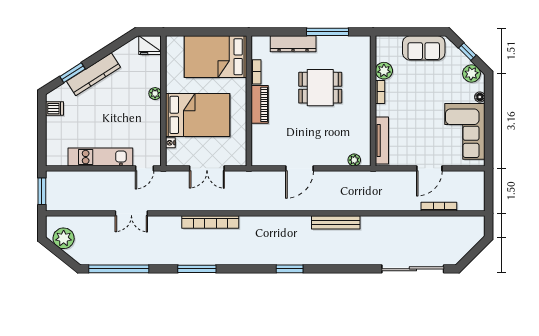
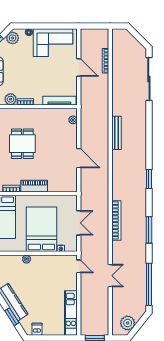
kitchen unit: (100, 157) -> (71, 313), moved
window: (290, 269) -> (149, 179), moved

